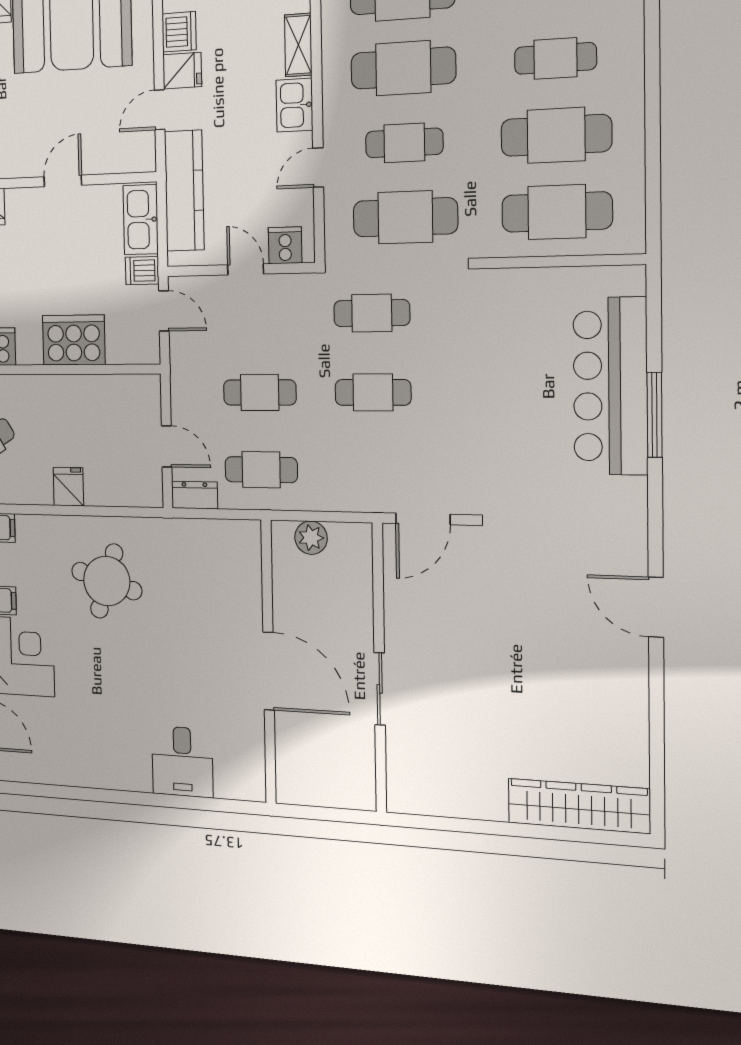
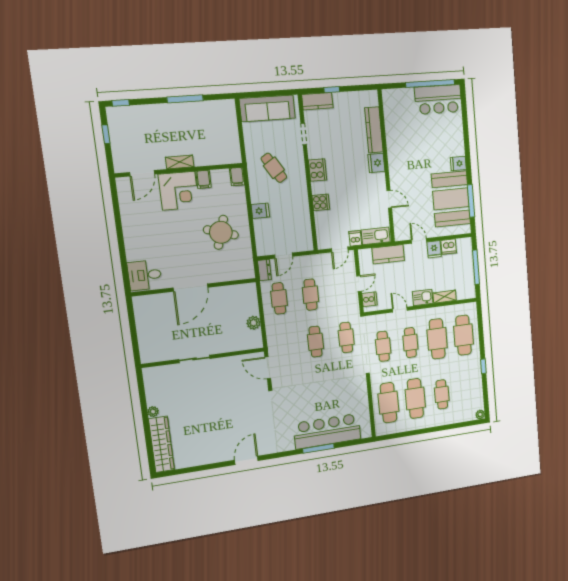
kitchen counter: (184, 191) -> (388, 254), width x0.67
cafe table: (405, 217) -> (383, 346), width x0.73, depth x0.74
cooker: (74, 340) -> (321, 202), width x0.53, depth x0.76
wall: (268, 662) -> (194, 287), moved
door: (269, 671) -> (191, 288), moved
plant: (493, 808) -> (153, 412), added

